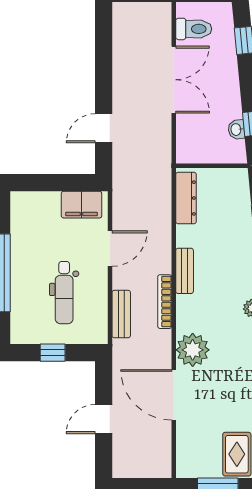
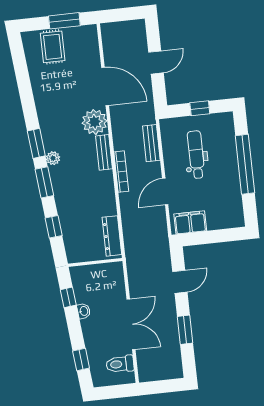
window: (104, 65) -> (185, 330), added
double door: (174, 80) -> (131, 324), swing flipped
washbasin: (236, 130) -> (84, 311), moved
bench: (185, 271) -> (104, 152), moved
bookcase: (165, 302) -> (121, 172), moved

